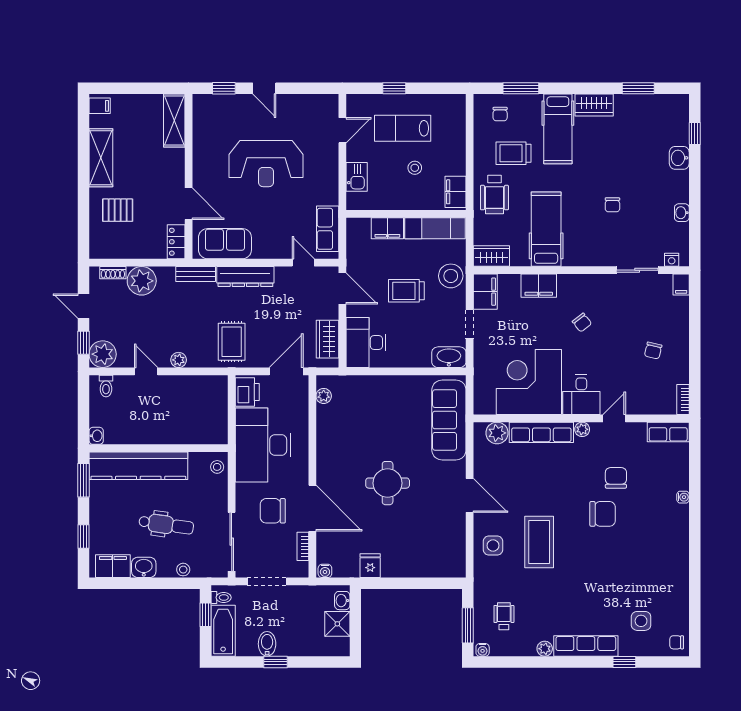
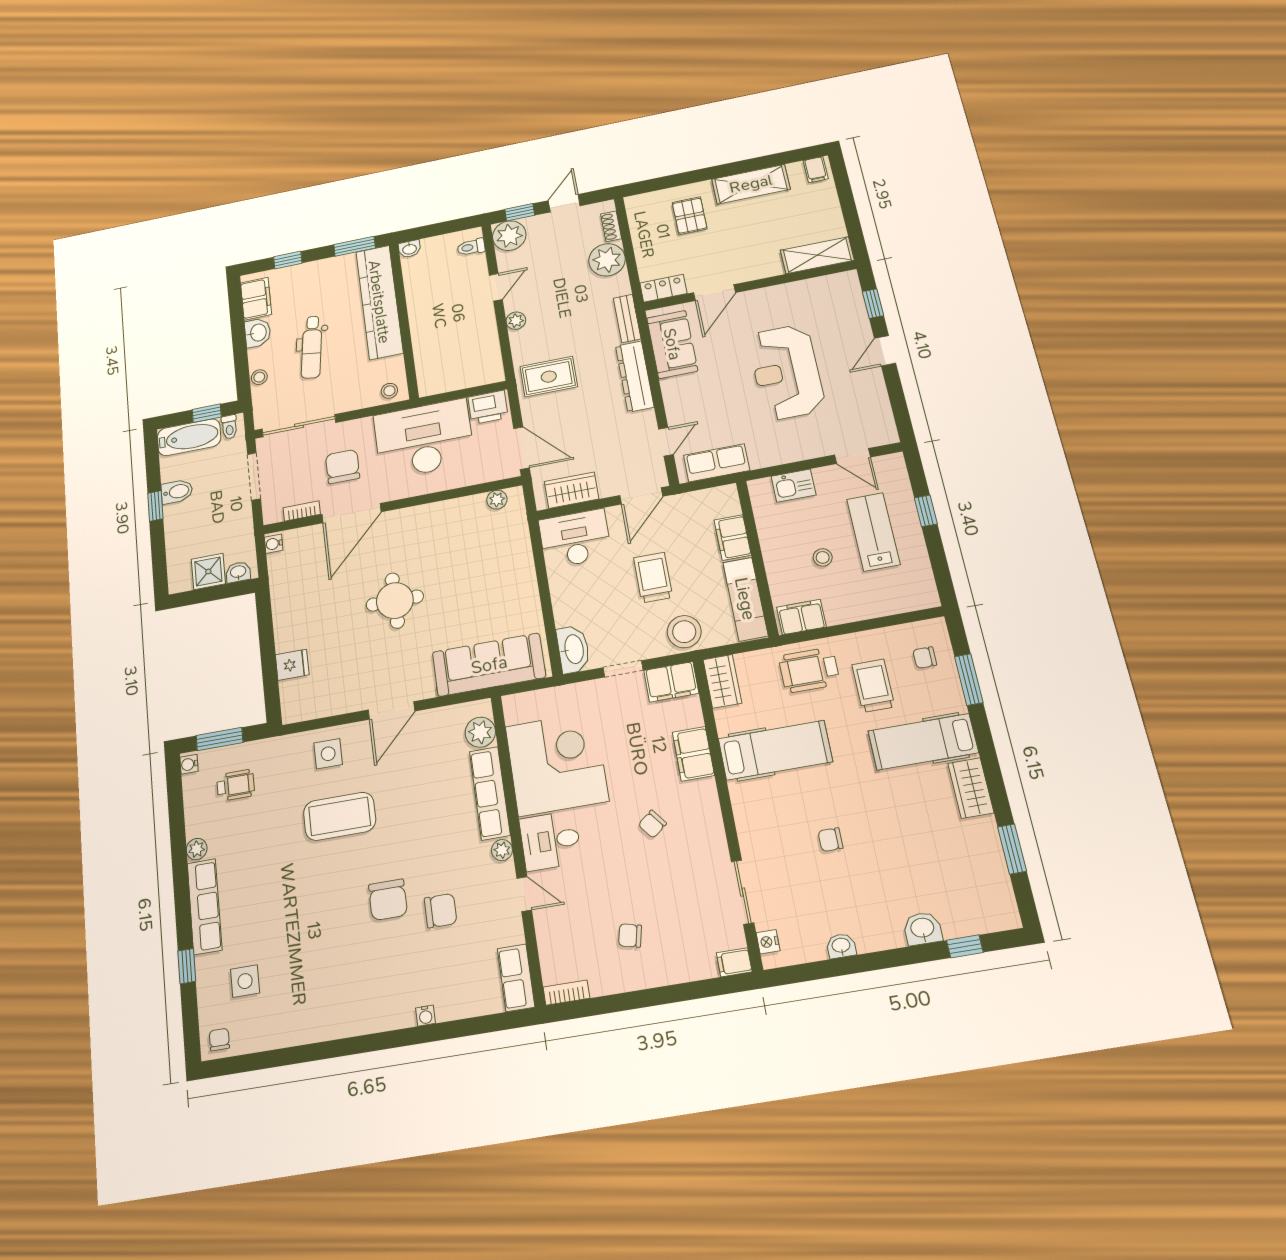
fridge: (370, 566) -> (292, 665), moved

